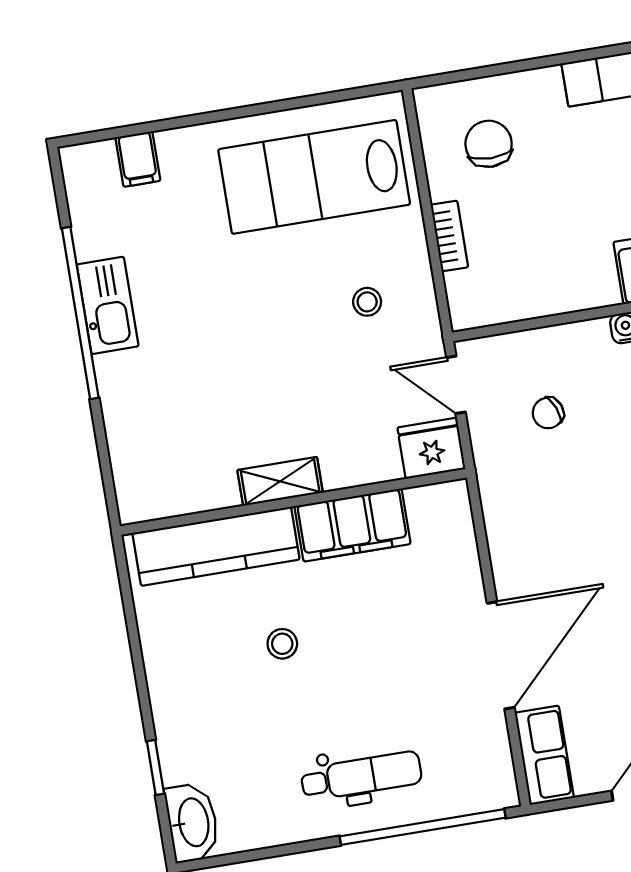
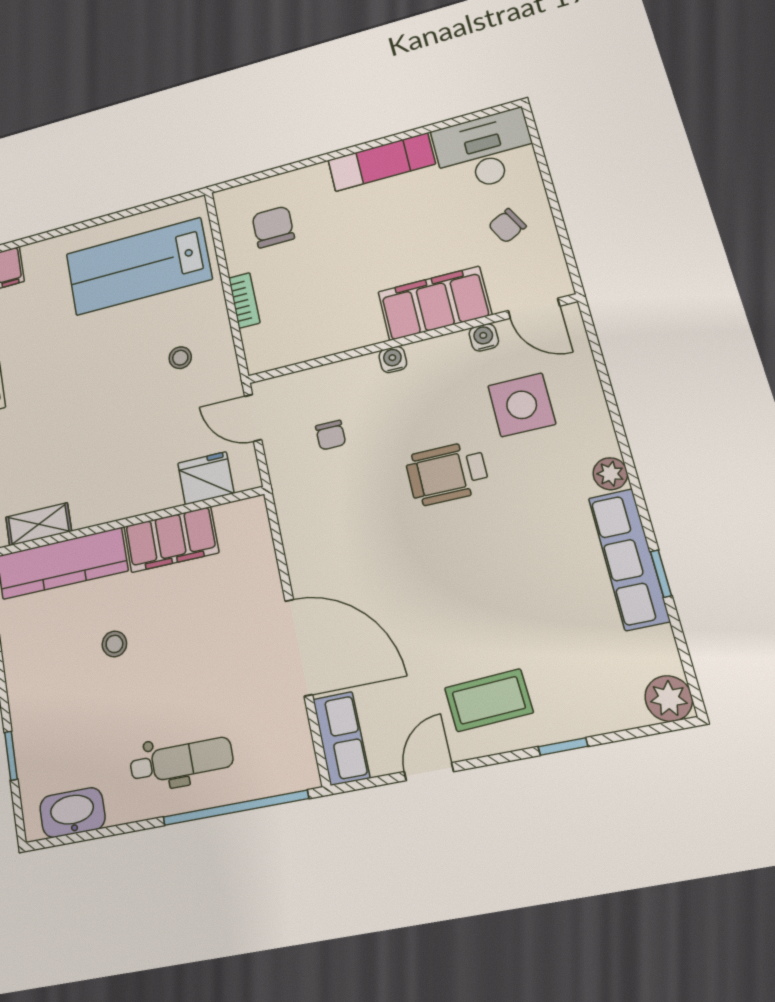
chair: (548, 413) -> (331, 435), turned -68
fridge: (431, 448) -> (206, 478), moved
shelving: (280, 481) -> (39, 524), moved
door: (501, 655) -> (299, 647), hinge flipped
washbasin: (192, 822) -> (72, 813), moved, turned -90

